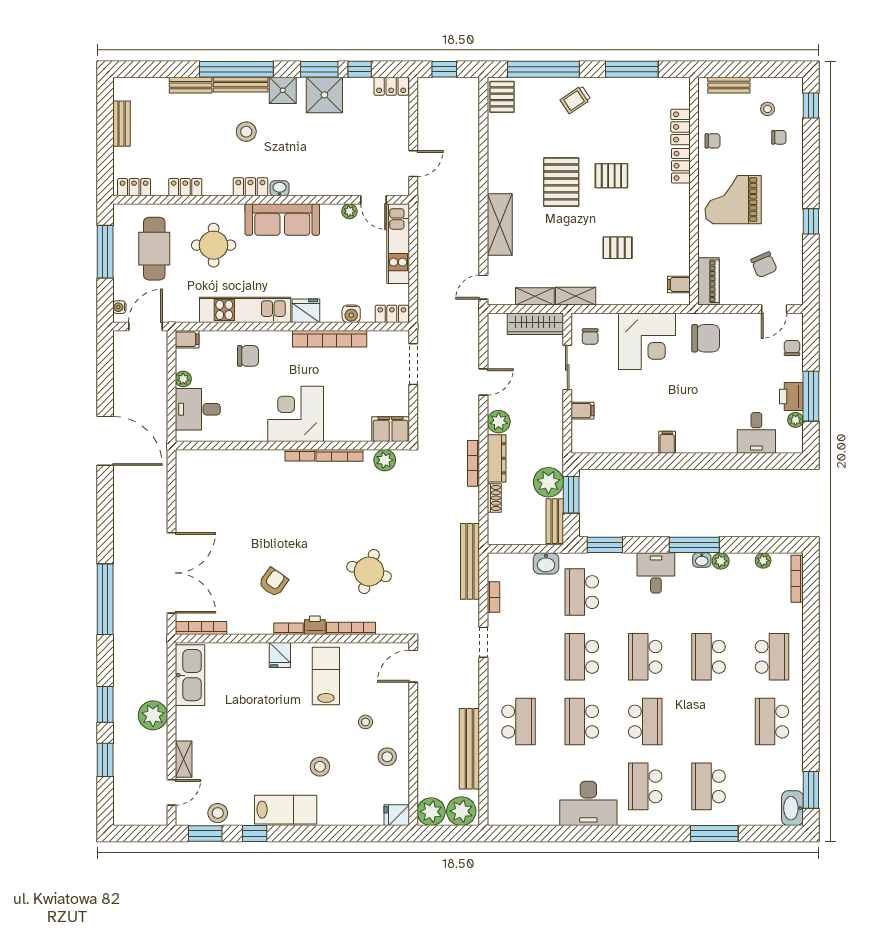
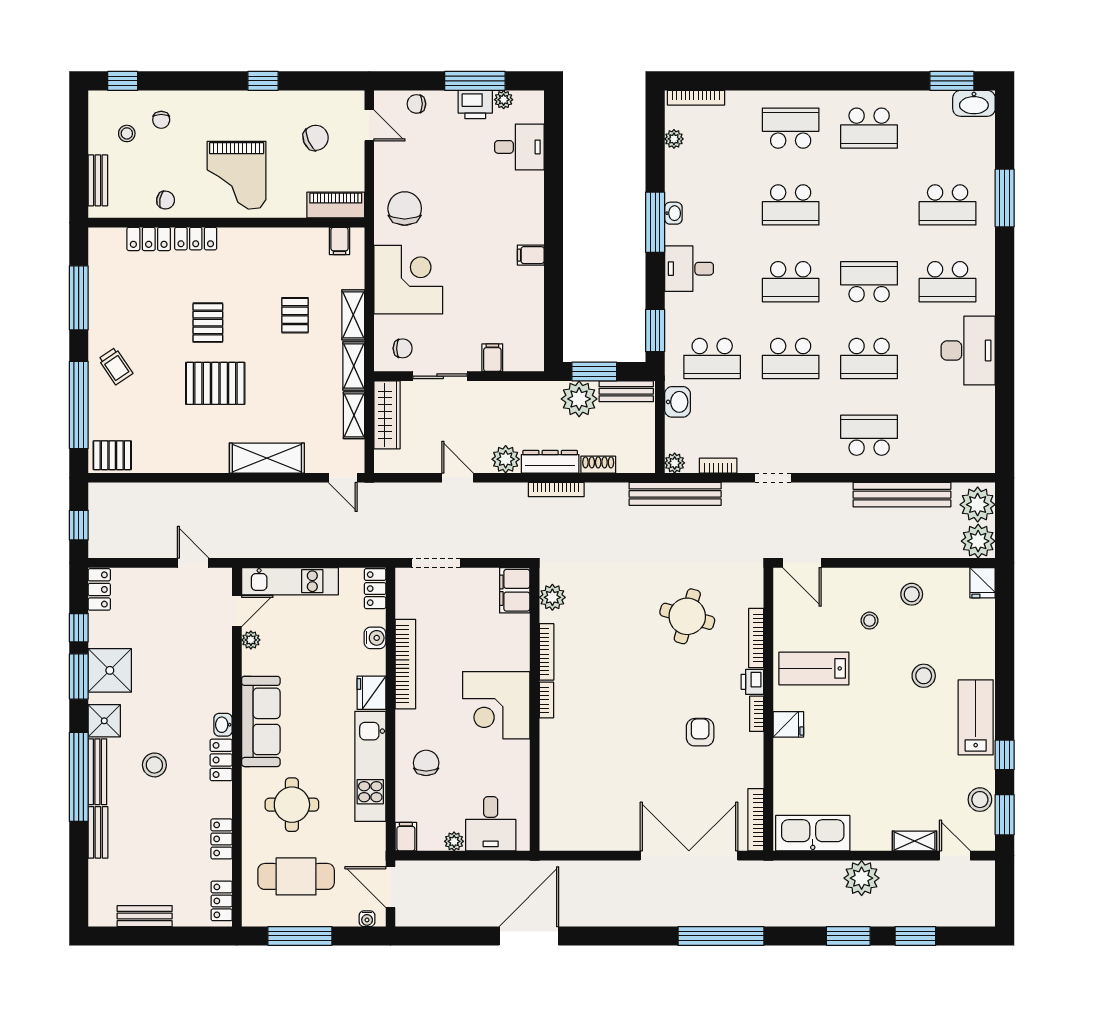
chair: (779, 137) -> (161, 120), turned 180
chair: (713, 141) -> (166, 200), turned 101
shelving: (618, 296) -> (353, 315), added
plant: (721, 561) -> (675, 463), moved
armchair: (273, 582) -> (700, 732), turned 55

